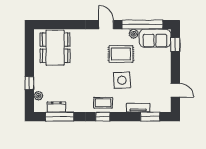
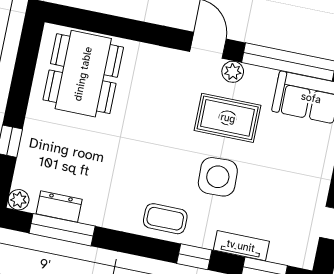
plant: (134, 34) -> (233, 72), moved
plant: (38, 96) -> (19, 200), moved
window: (103, 117) -> (194, 257), moved

